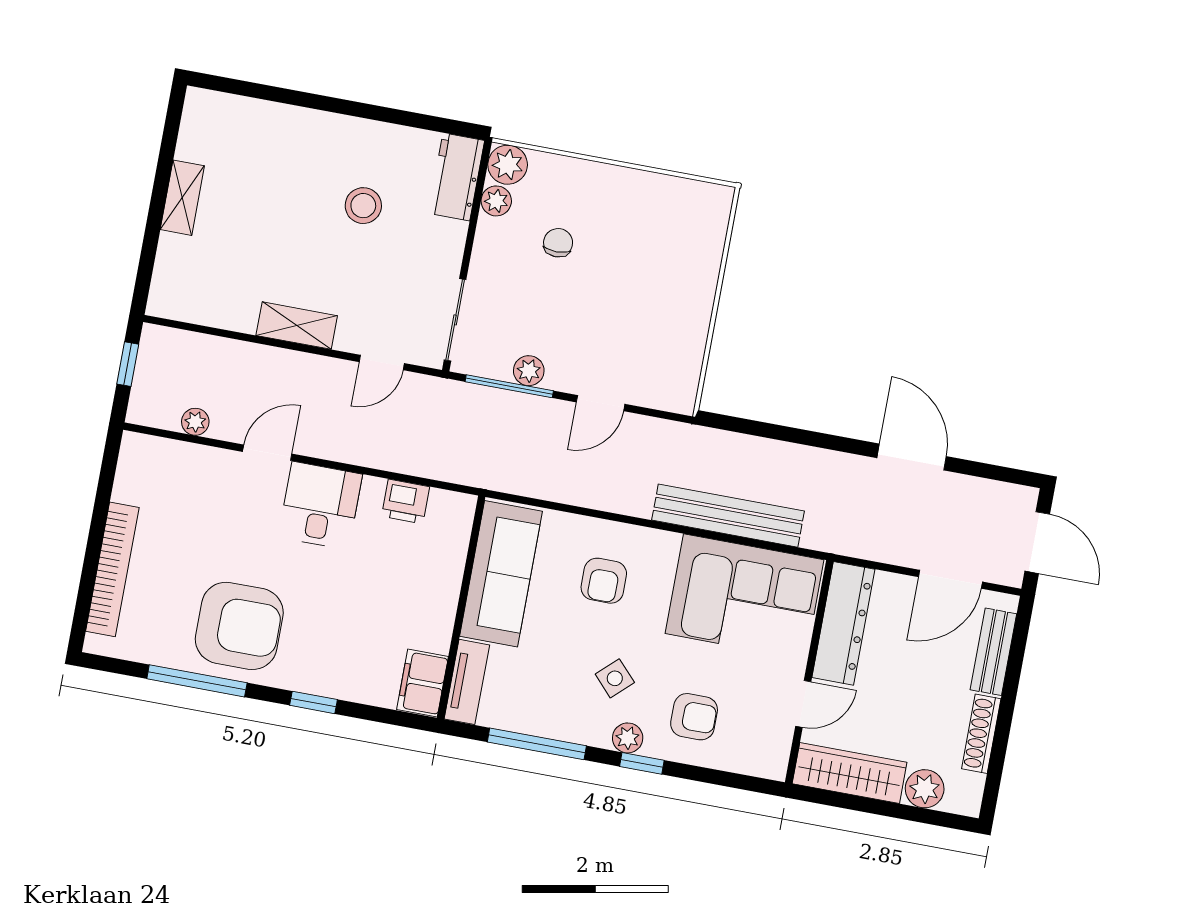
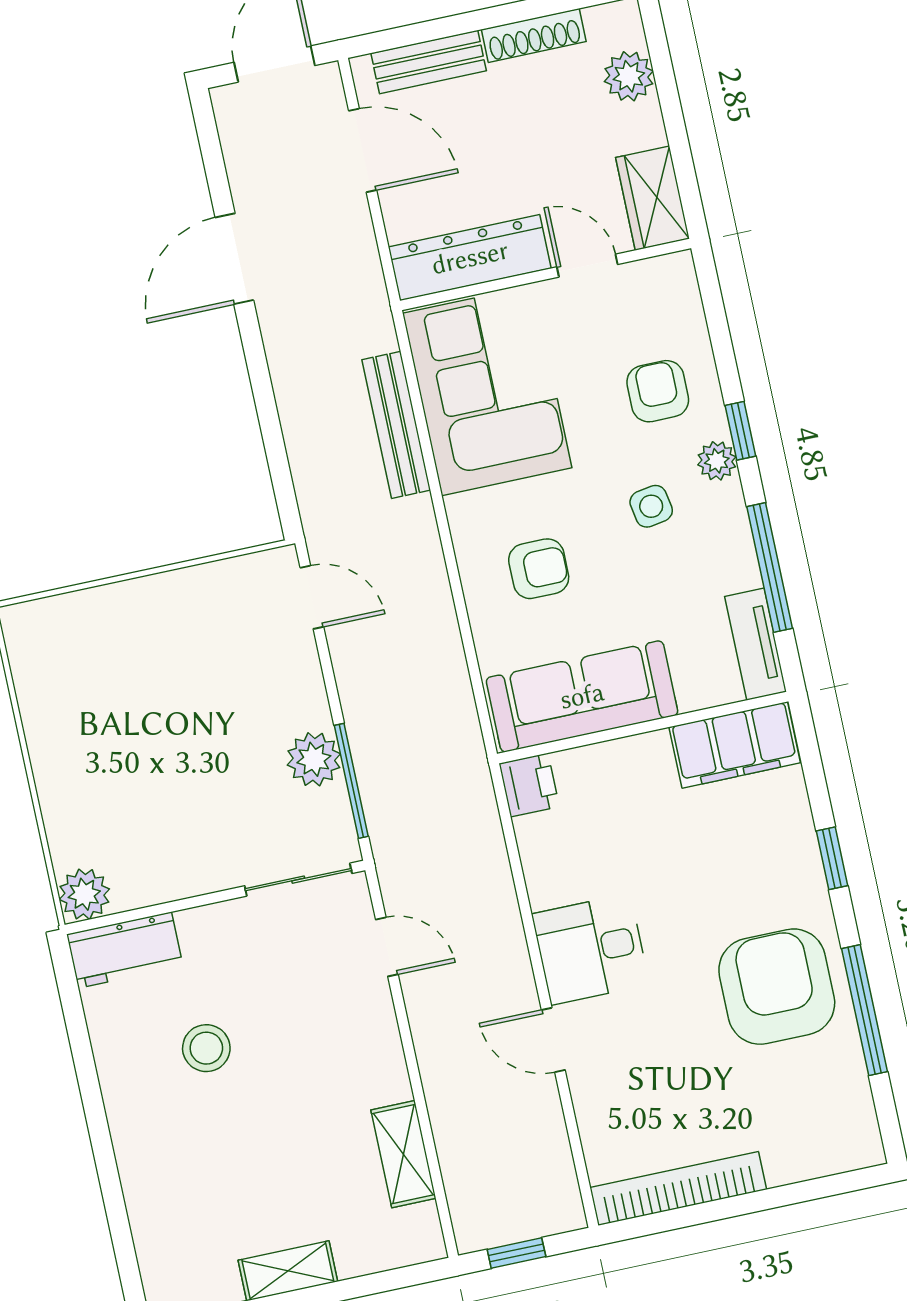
plant: (496, 201) -> (134, 890), removed
chair: (558, 243) -> (153, 794), removed
shelving: (297, 326) -> (403, 1154), moved
plant: (529, 371) -> (314, 759), width x1.38, depth x1.38
door: (601, 403) -> (312, 597), moved
plant: (195, 422) -> (552, 1142), removed
printer: (406, 501) -> (529, 785), moved
bench: (728, 516) -> (396, 425), width x0.73, depth x0.82
bookcase: (112, 569) -> (678, 1189), moved
side table: (615, 678) -> (651, 506), turned 33
tv unit: (467, 682) -> (756, 644), moved, turned -90
filing cabinet: (423, 683) -> (735, 745), width x1.50, depth x1.17
wardrobe: (850, 773) -> (652, 198), width x0.67

